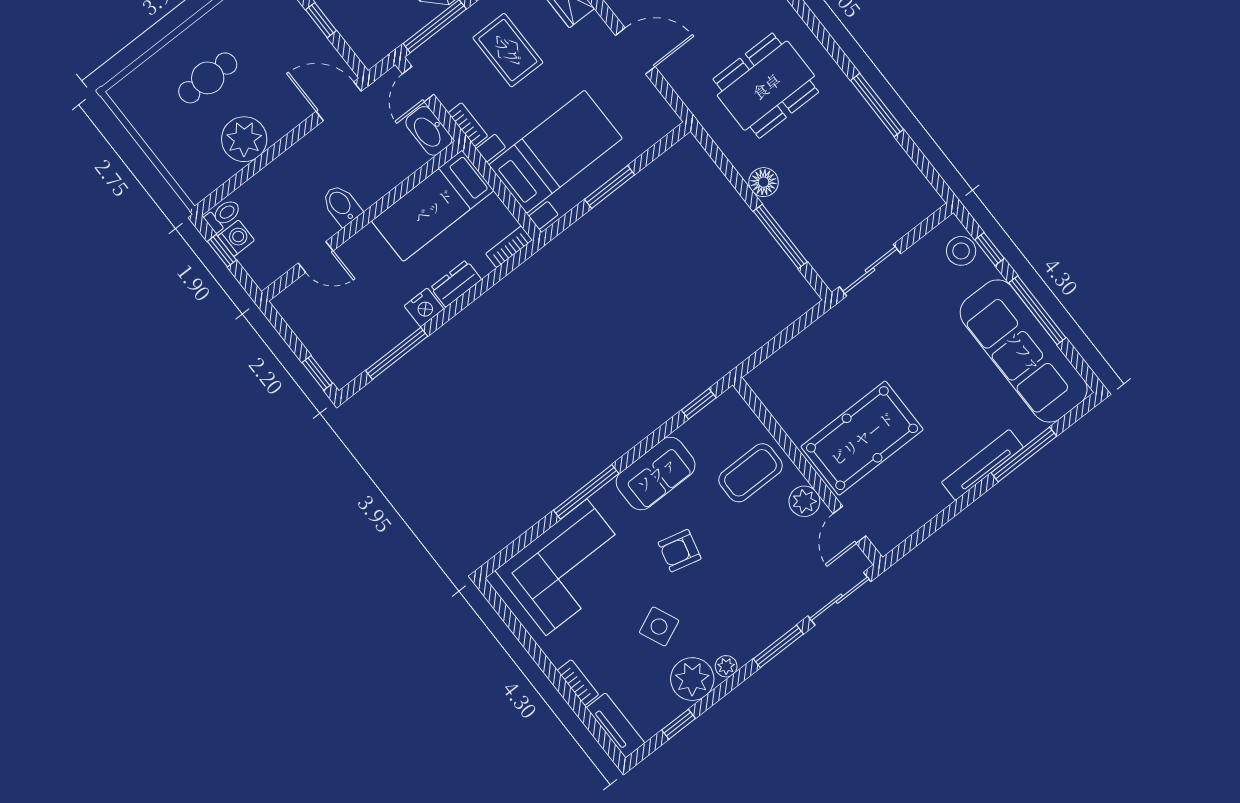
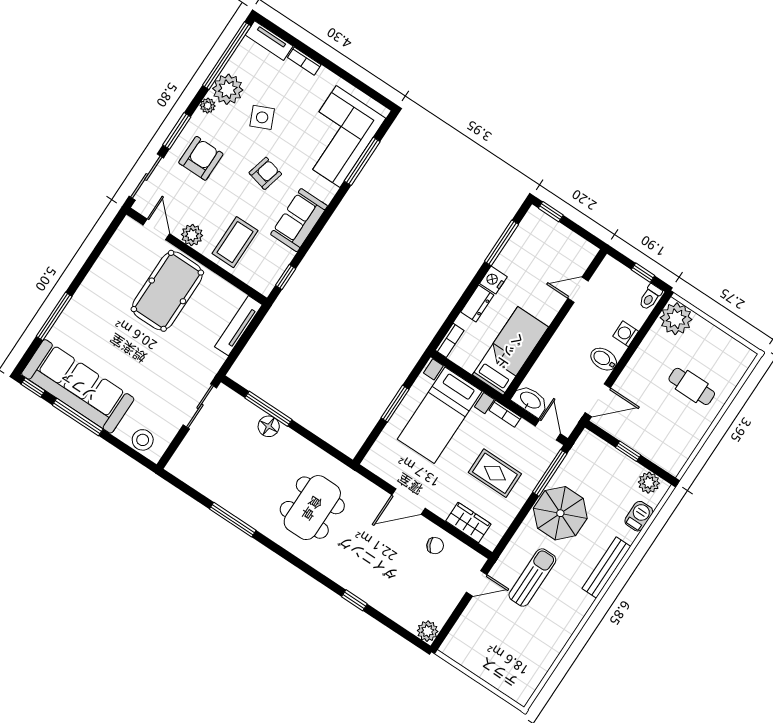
cafe table: (208, 78) -> (692, 386), turned 90
plant: (244, 139) -> (676, 319), moved
floor lamp: (764, 182) -> (269, 426), moved
bidet: (341, 205) -> (604, 359), moved, turned 180
washing machine: (236, 238) -> (626, 334), moved, turned 90
window: (990, 249) -> (33, 387), moved
tv unit: (982, 465) -> (238, 326), moved, turned 180
window: (586, 492) -> (362, 161), moved
armchair: (759, 599) -> (201, 158), added
window: (679, 724) -> (227, 56), width x3.17

